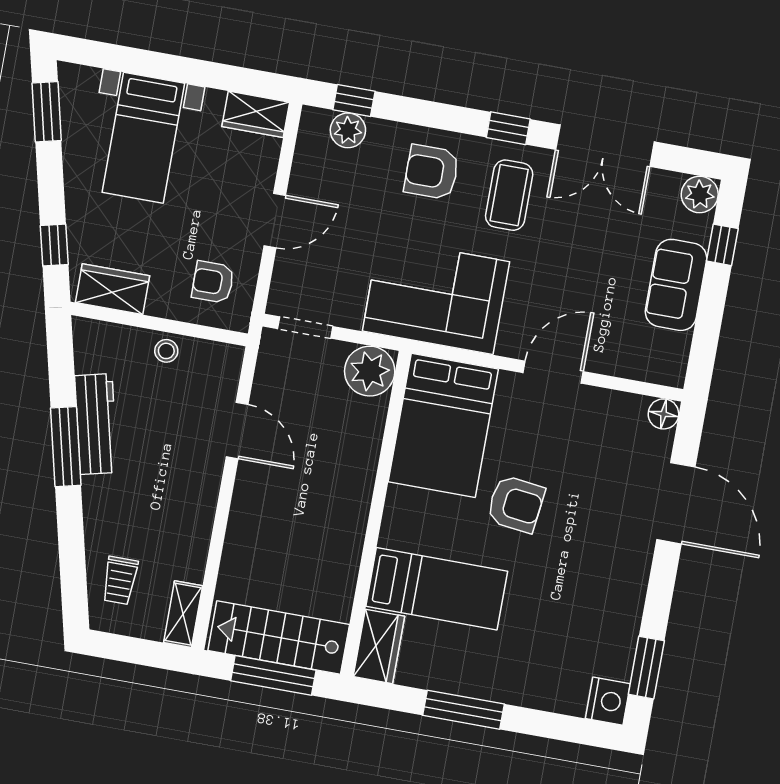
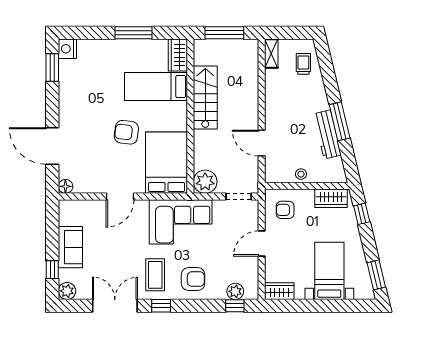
armchair: (213, 282) -> (285, 210), turned 180
stairs: (279, 638) -> (205, 97), moved, turned -90

